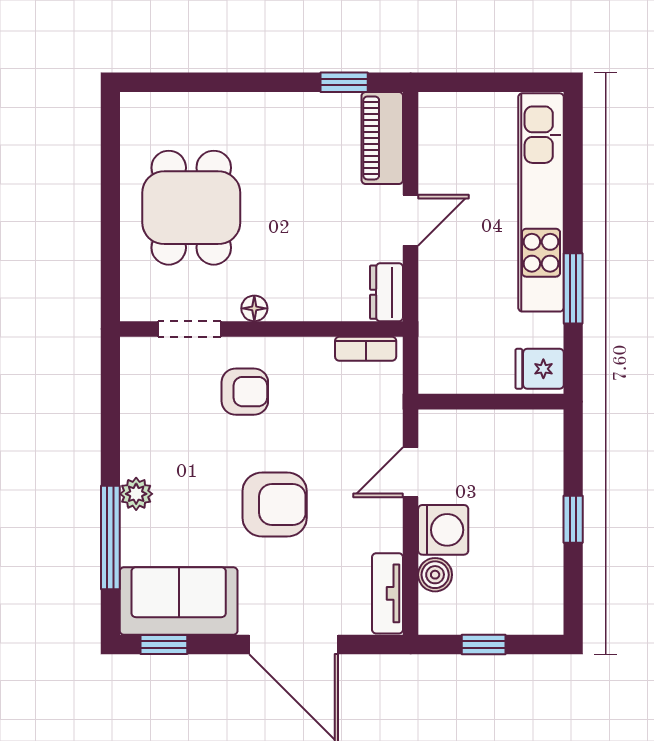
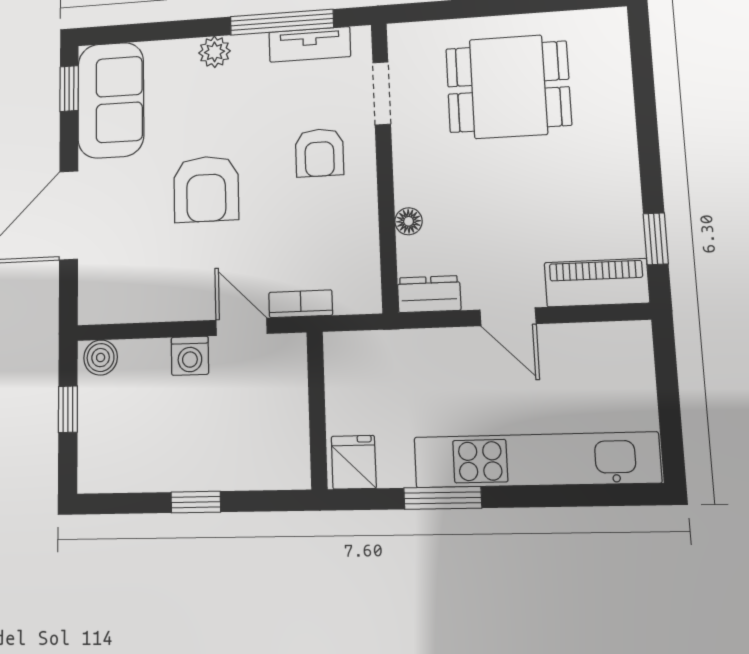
floor lamp: (254, 308) -> (409, 221), moved
bookcase: (366, 349) -> (301, 304), moved, turned 90
washing machine: (443, 530) -> (190, 356), width x0.73, depth x0.73
window: (110, 537) -> (282, 22), moved
boiler: (435, 575) -> (101, 358), moved
tv unit: (388, 593) -> (310, 44), moved, turned 180

